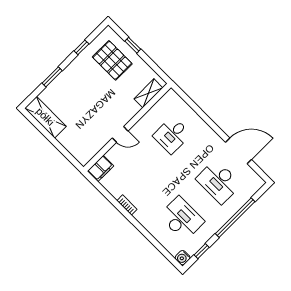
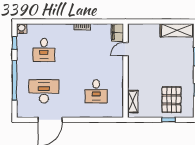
pallet: (112, 60) -> (171, 100), turned 90
door: (120, 134) -> (126, 49), moved
desk: (172, 135) -> (96, 91), turned 180
desk: (182, 219) -> (44, 50), width x0.73

